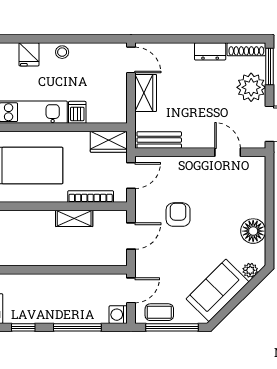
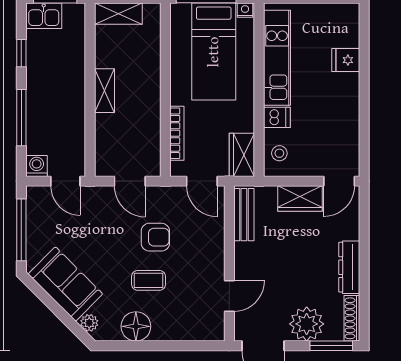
dresser: (210, 51) -> (349, 267), width x1.44
stool: (62, 52) -> (279, 153), moved
shelving: (74, 218) -> (104, 91), moved
coffee table: (159, 312) -> (149, 280), moved, turned 90

